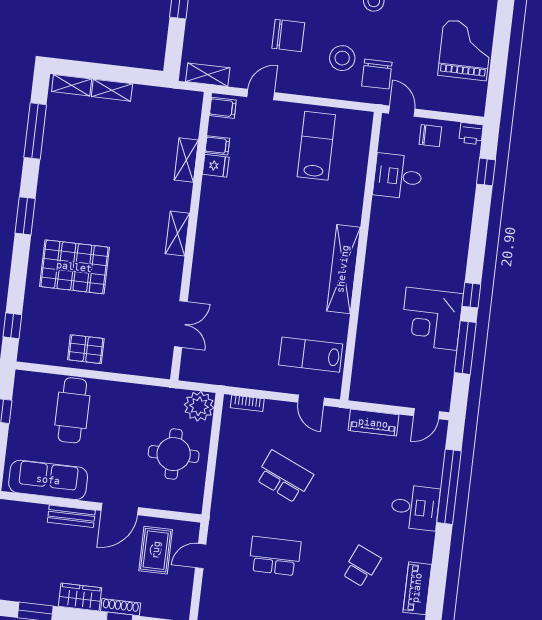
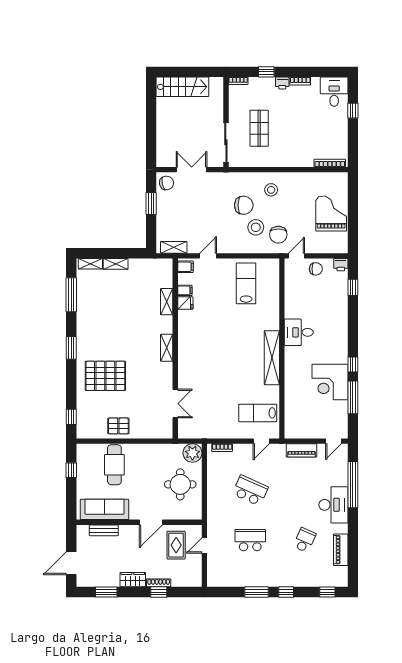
chair: (288, 35) -> (244, 205), moved
door: (402, 111) -> (296, 256), hinge flipped
desk: (398, 176) -> (299, 332), moved
door: (311, 400) -> (261, 441), hinge flipped
desk: (415, 507) -> (333, 505), width x1.37
bench: (71, 516) -> (104, 530), moved

